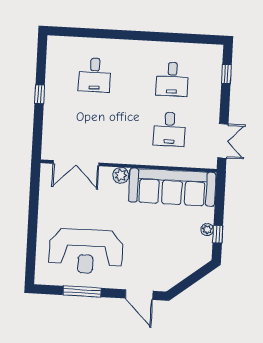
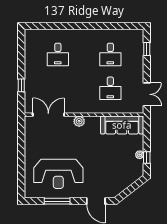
window: (40, 94) -> (21, 85), moved
double door: (76, 163) -> (48, 115), swing flipped
sofa: (172, 187) -> (122, 125), width x0.74, depth x0.79

